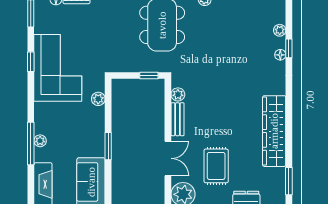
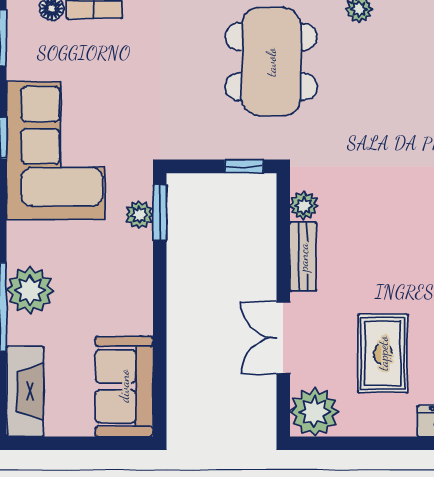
plant: (40, 141) -> (30, 290), width x1.88, depth x1.88
window: (108, 146) -> (160, 213), moved
double door: (168, 158) -> (283, 338), swing flipped

